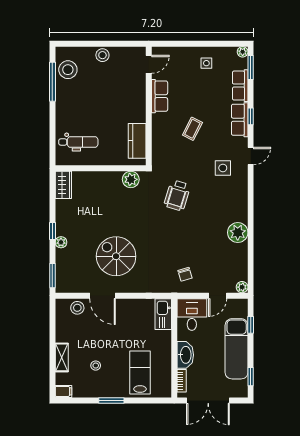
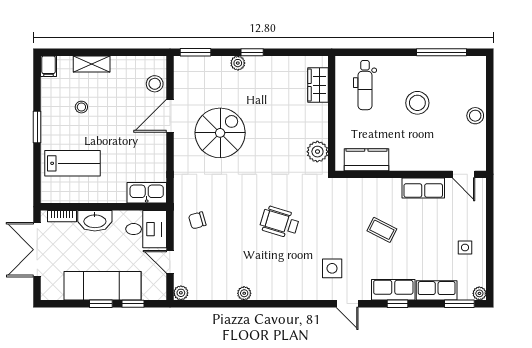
stool: (68, 70) -> (417, 103), moved
wardrobe: (63, 185) -> (318, 85), moved, turned 90
wheelchair: (177, 195) -> (280, 222), moved
plant: (238, 233) -> (244, 293), width x0.53, depth x0.53
window: (251, 377) -> (101, 304), moved

